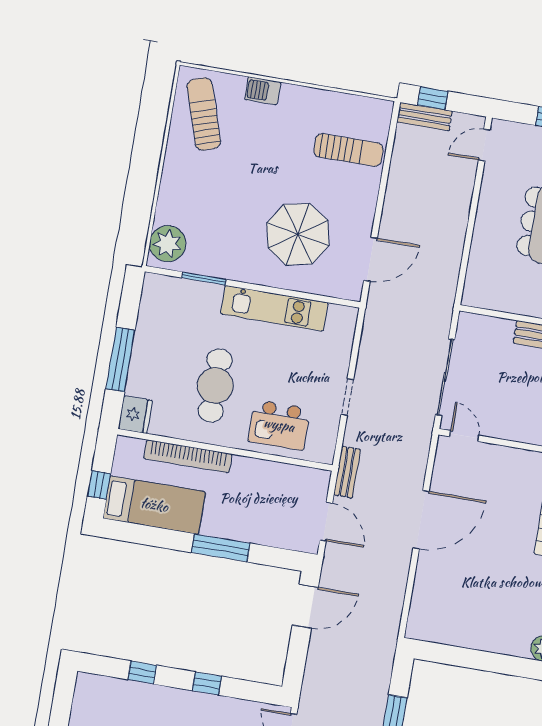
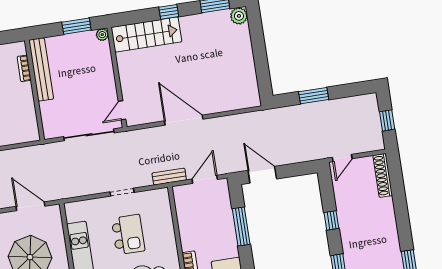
kitchen island: (279, 425) -> (128, 234), moved
window: (221, 548) -> (241, 227), moved

